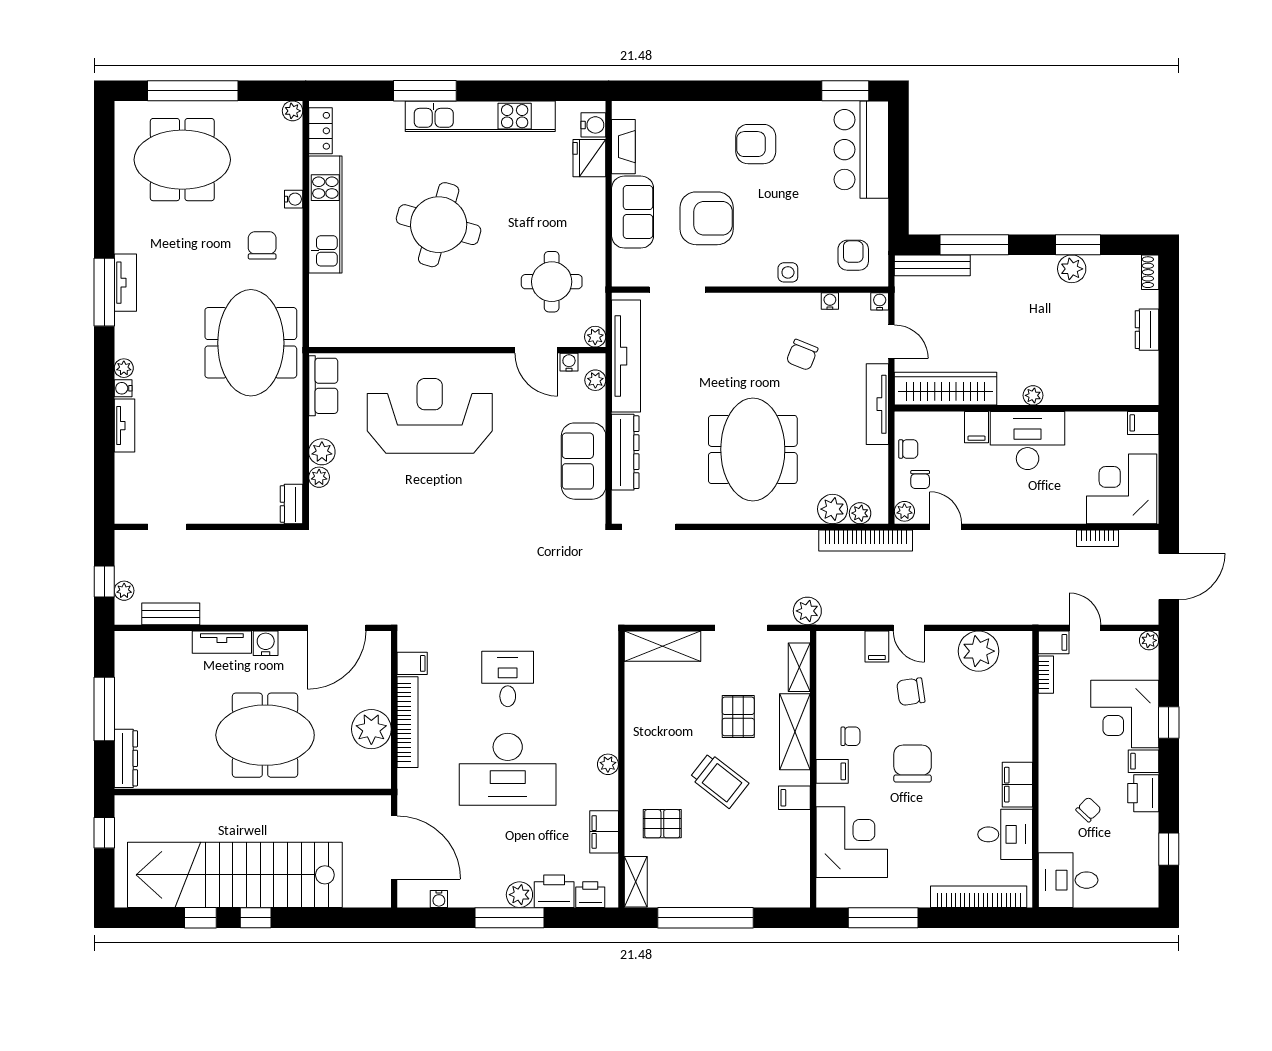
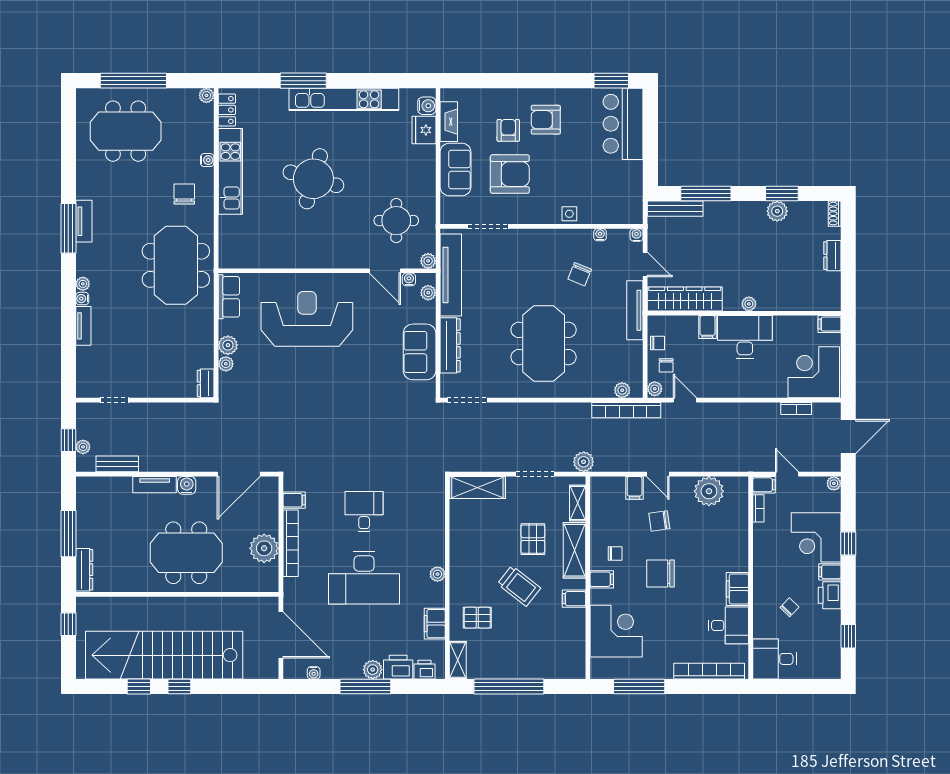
armchair: (853, 255) -> (508, 130), moved
plant: (833, 509) -> (602, 387), removed
chair: (913, 764) -> (661, 574), turned -90

